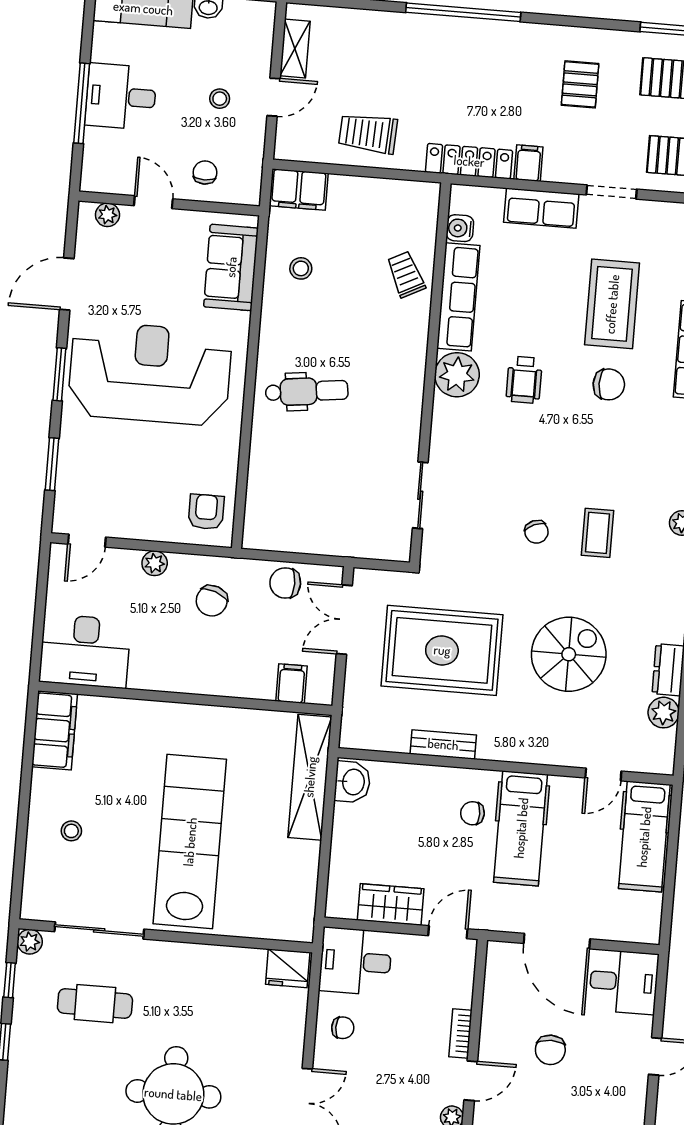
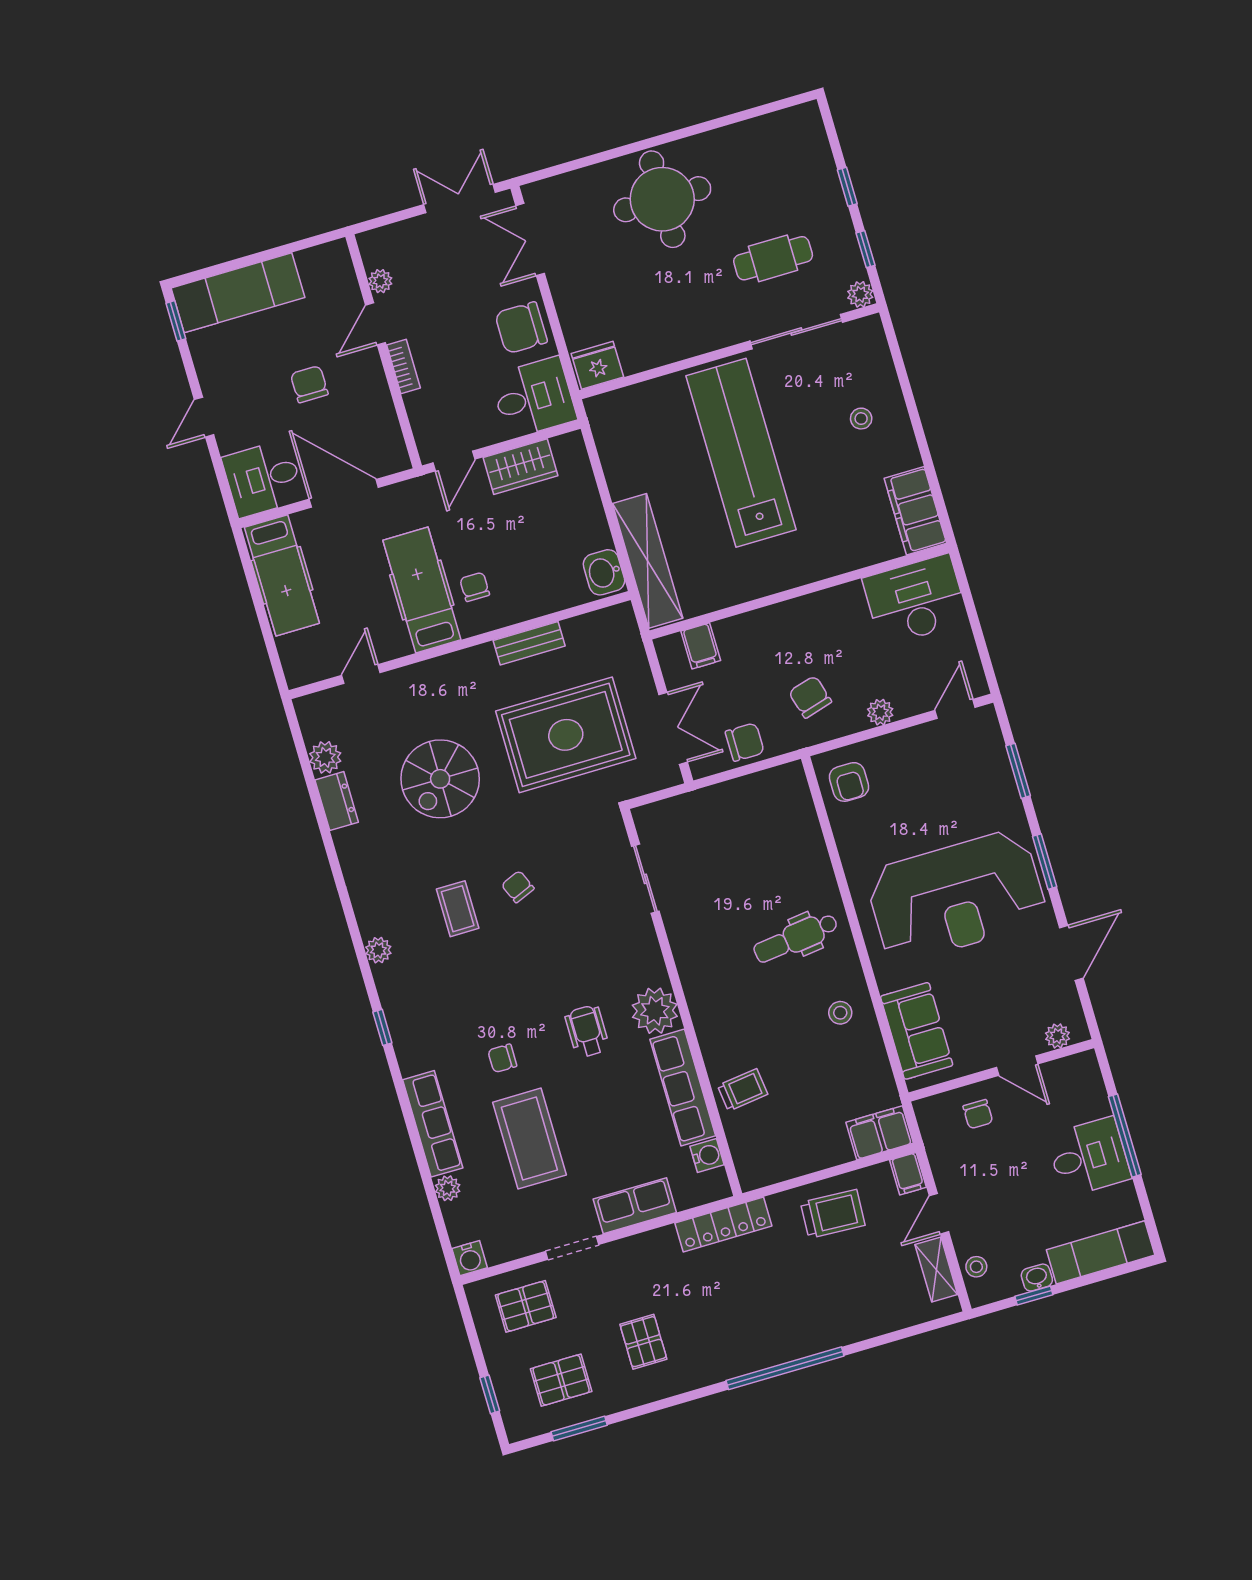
stool: (220, 99) -> (976, 1267), moved
filing cabinet: (528, 163) -> (908, 1174), moved
stool: (301, 268) -> (840, 1013), moved
trolley: (406, 274) -> (743, 1090), turned -70
chair: (609, 384) -> (502, 1058), width x0.73, depth x0.73
chair: (212, 601) -> (810, 697), turned -36
chair: (472, 813) -> (475, 587), turned -90
hospital bed: (644, 837) -> (282, 575), moved, turned 180
lab bench: (190, 842) -> (741, 453), turned 180
chair: (343, 1028) -> (521, 328), width x1.87, depth x1.87

